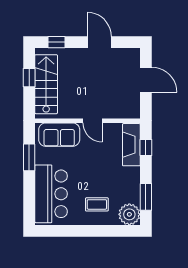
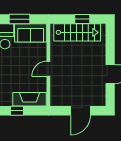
window: (56, 42) -> (110, 40), removed
sofa: (59, 135) -> (31, 33), moved, turned -90
window: (146, 148) -> (17, 111), moved

